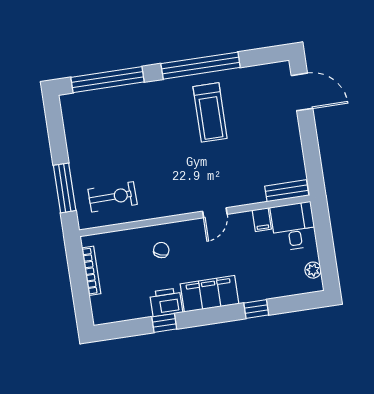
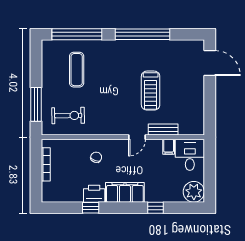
treadmill: (210, 112) -> (151, 91), moved
exercise mat: (115, 130) -> (77, 70), added
bench: (287, 191) -> (163, 130), moved
plant: (313, 270) -> (194, 192), width x1.87, depth x1.87

